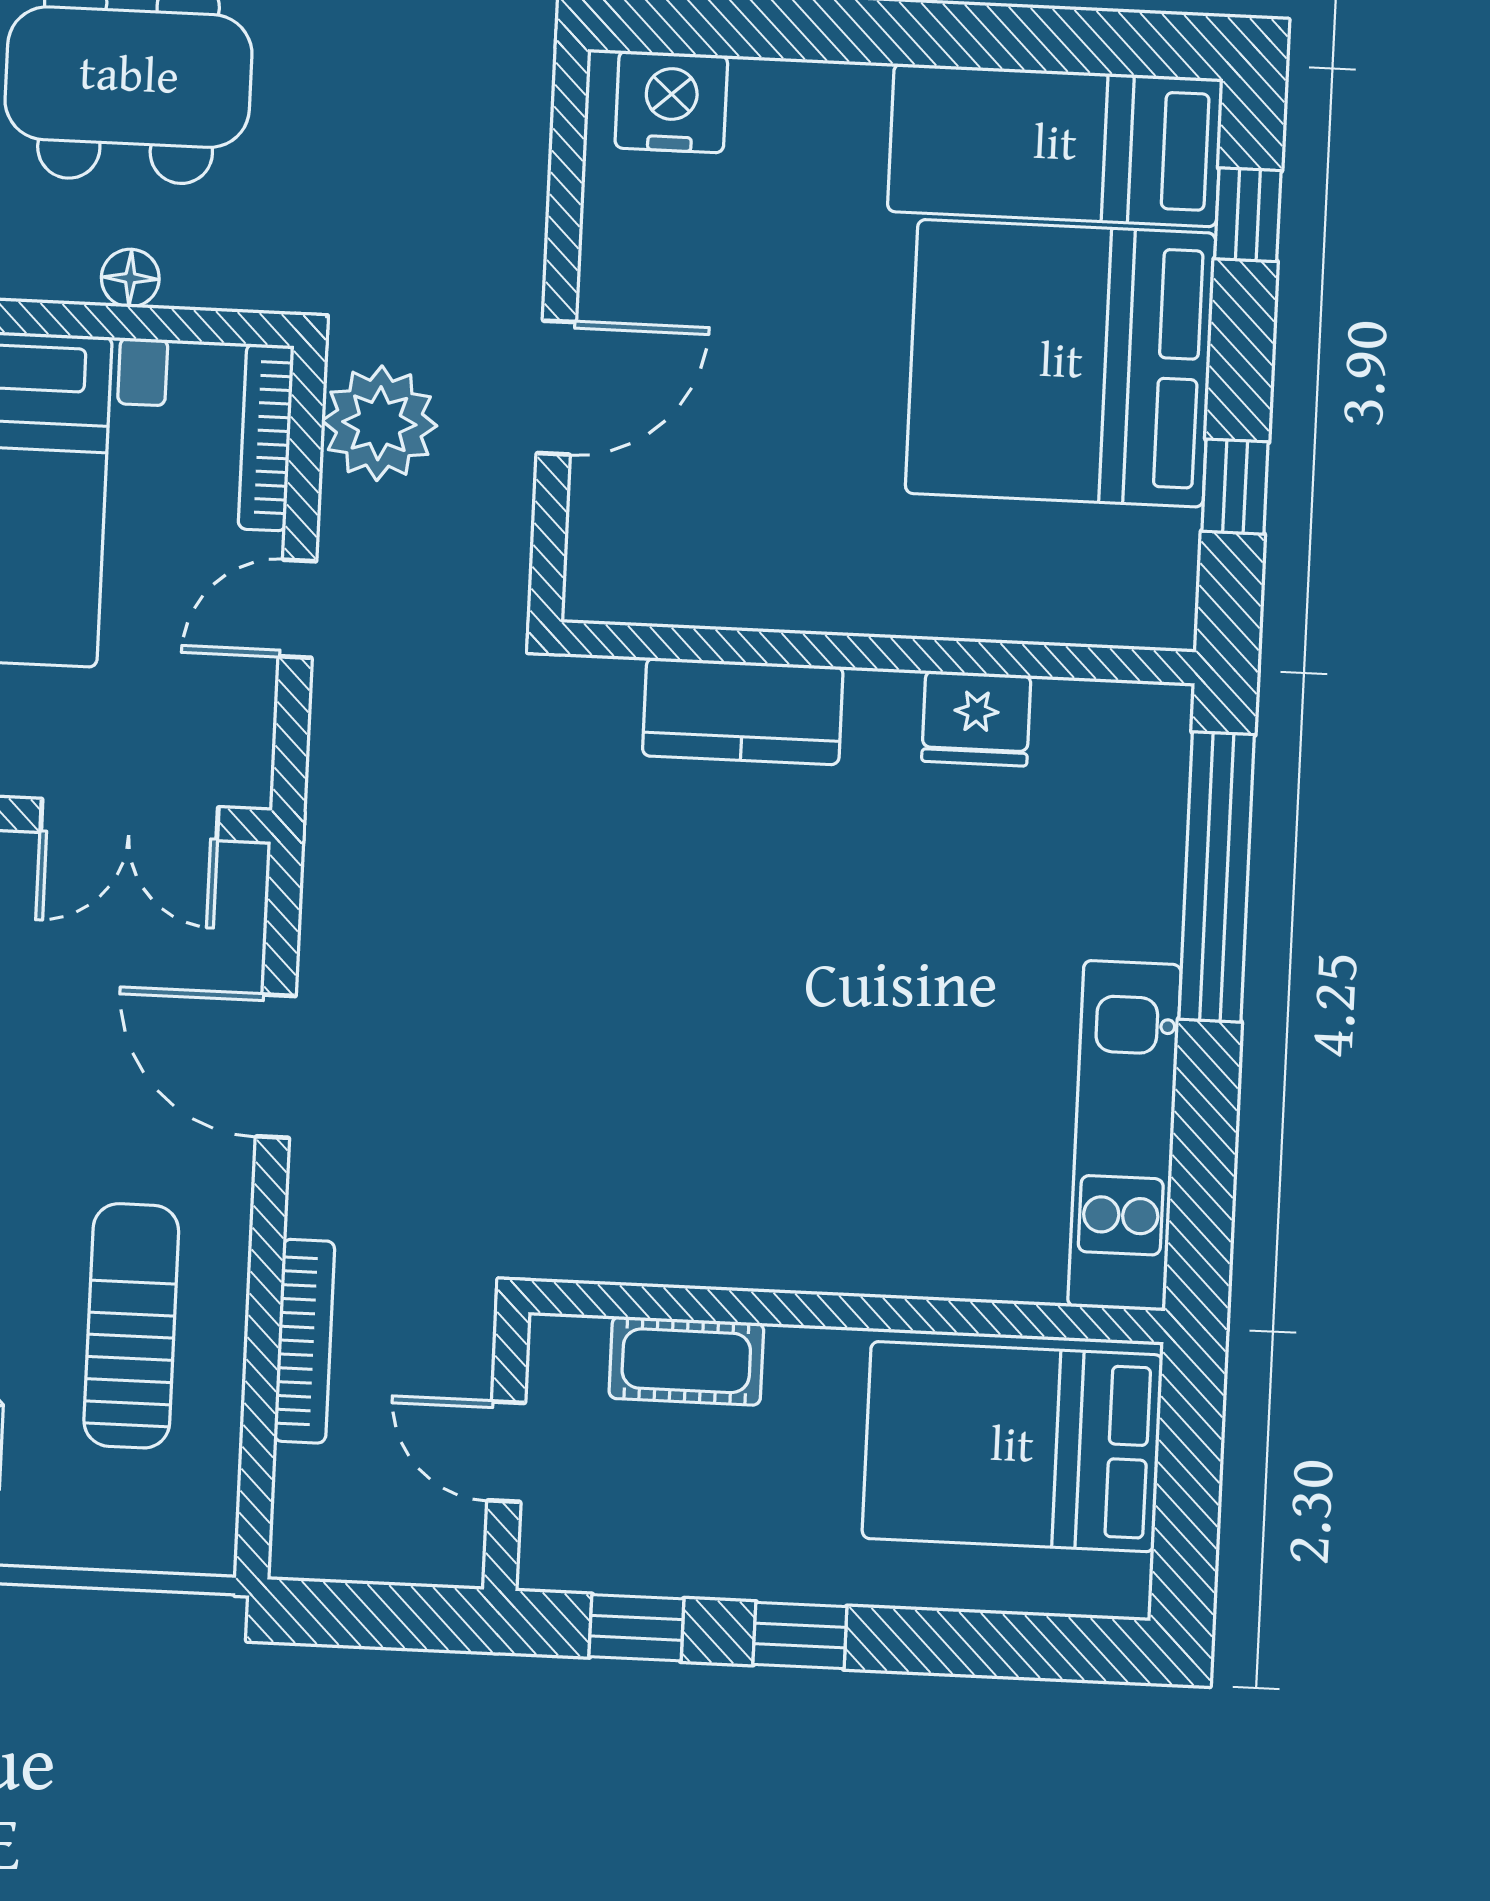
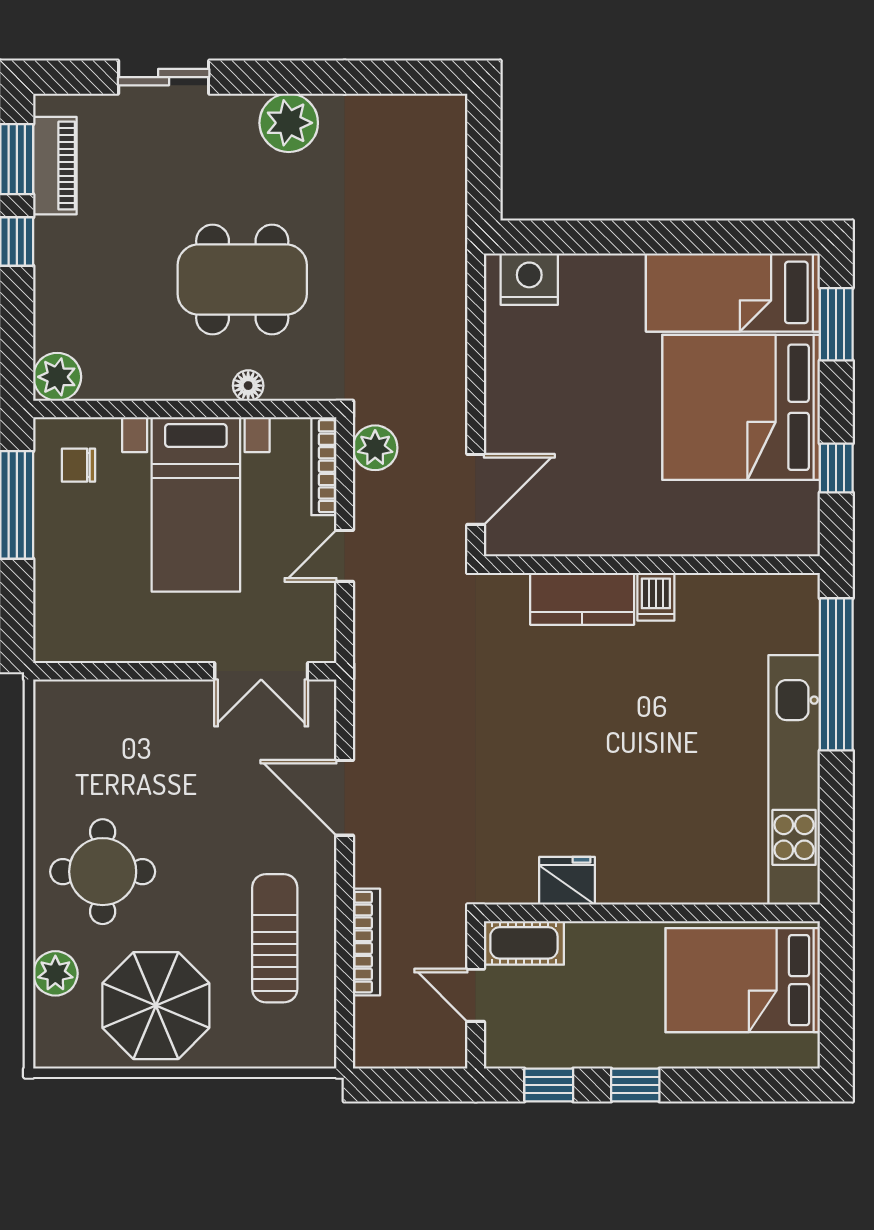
window: (1248, 215) -> (836, 324), width x1.50
door: (556, 388) -> (476, 489), moved
plant: (379, 423) -> (375, 448), width x0.73, depth x0.73
dishwasher: (882, 714) -> (656, 597), added
fridge: (976, 718) -> (567, 881), moved, turned 180
kitchen unit: (1124, 1136) -> (794, 780), width x1.36
cot: (686, 1361) -> (524, 943), moved

